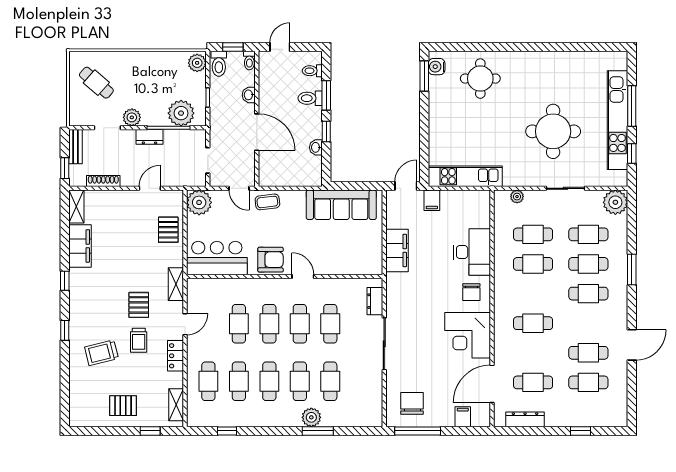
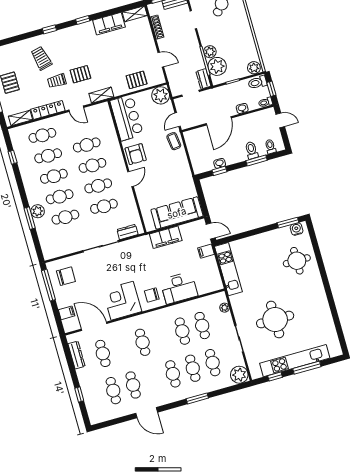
plant: (132, 117) -> (210, 52), moved
window: (326, 132) -> (219, 171), moved
dresser: (149, 137) -> (203, 79), moved
sofa: (341, 205) -> (177, 213), moved, turned 90
locker: (176, 356) -> (48, 110), width x1.53

